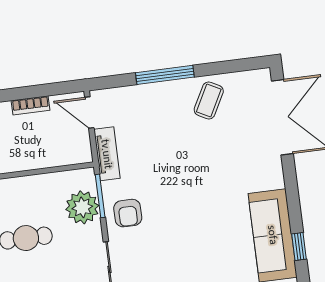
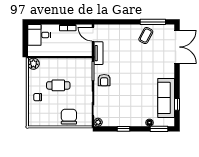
window: (165, 75) -> (153, 22), moved
plant: (82, 207) -> (85, 75), removed

